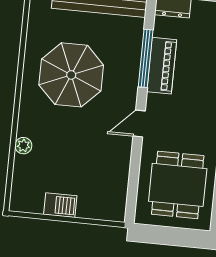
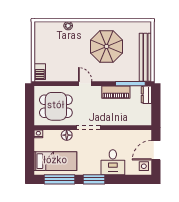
window: (146, 58) -> (130, 84), moved
barbecue: (60, 205) -> (40, 72), moved

